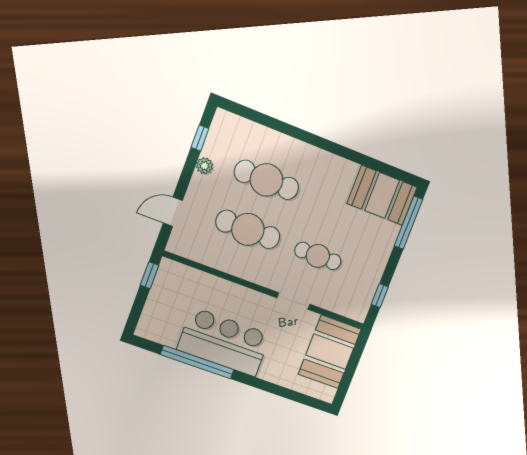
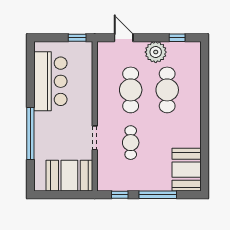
plant: (204, 166) -> (156, 52), width x1.88, depth x1.88
window: (409, 223) -> (158, 195), moved
bar counter: (224, 342) -> (50, 81), moved
window: (197, 362) -> (30, 133), moved

